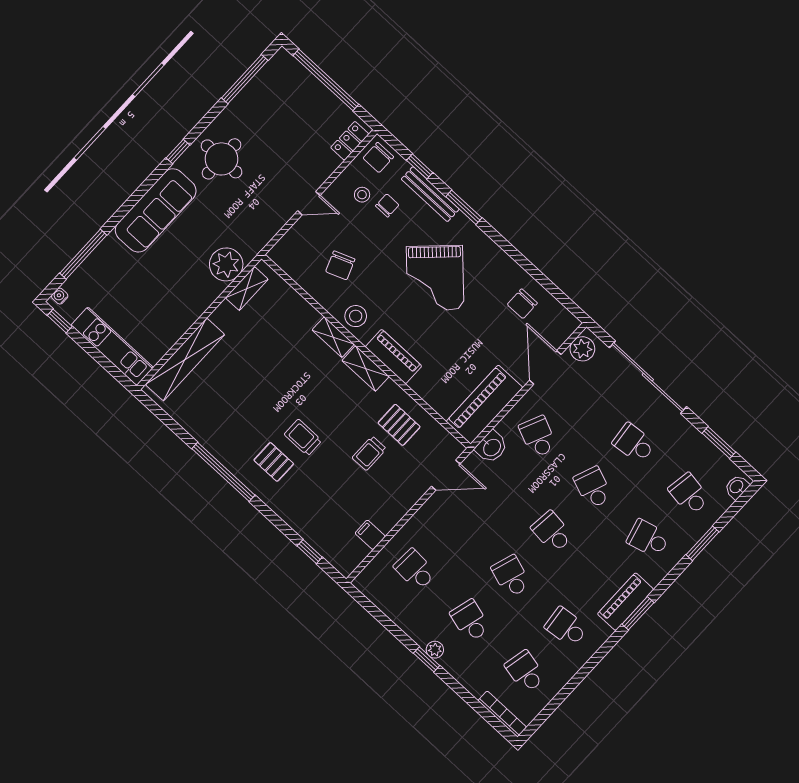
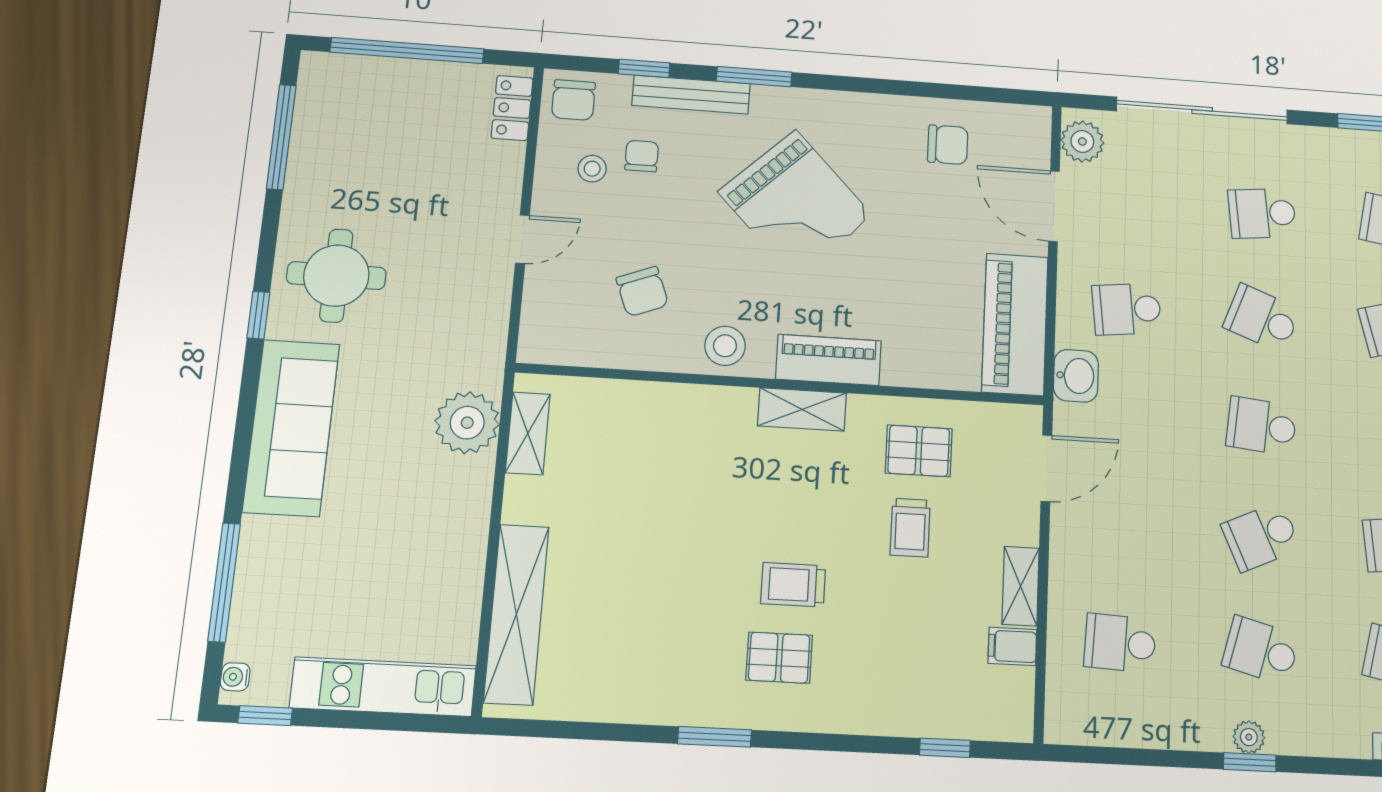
chair: (522, 304) -> (948, 145), turned -90
shelving: (333, 337) -> (1021, 586), moved, turned 90
school desk: (538, 437) -> (1127, 309), turned -30
window: (223, 472) -> (715, 737), width x0.47
school desk: (511, 576) -> (1261, 537), turned -42

